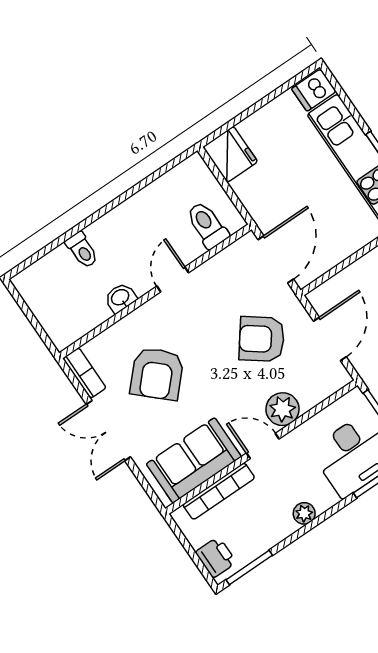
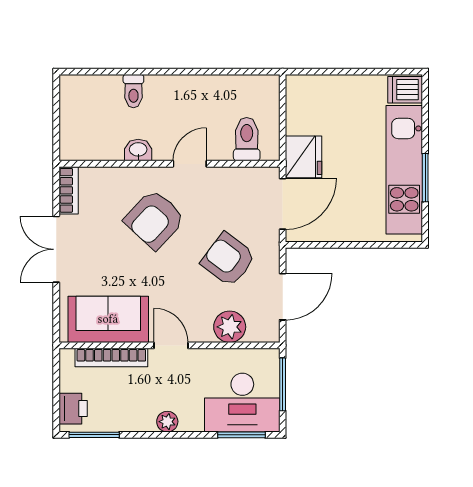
fridge: (230, 154) -> (304, 157), moved
armchair: (157, 374) -> (154, 219), moved
plant: (283, 409) -> (230, 327), moved

